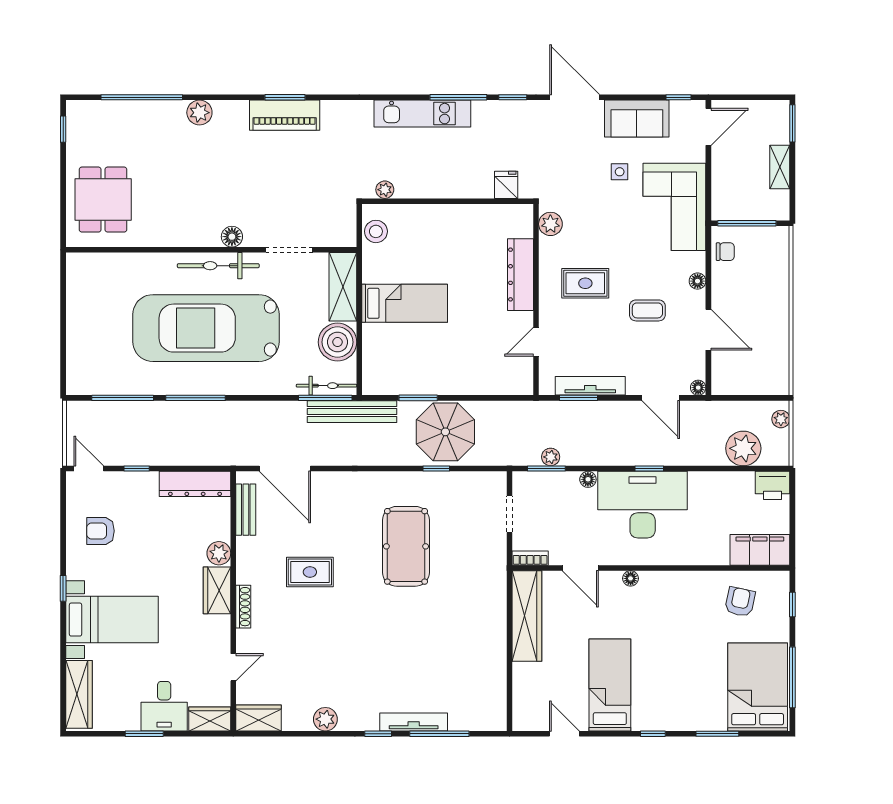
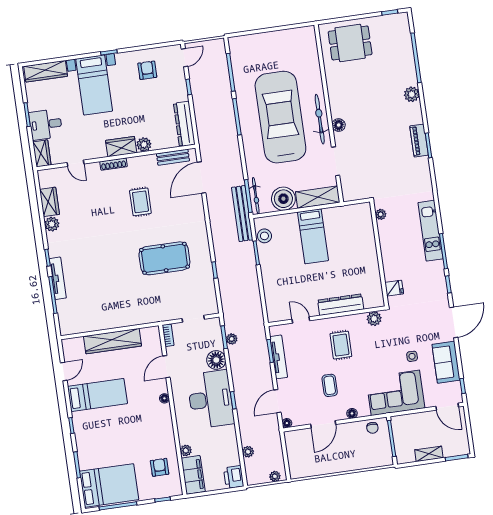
piano: (285, 115) -> (419, 141), width x0.73, depth x0.75
stool: (376, 231) -> (264, 236), moved
parasol: (445, 432) -> (238, 272), removed
plant: (743, 448) -> (248, 452), width x0.53, depth x0.53
floor lamp: (588, 479) -> (216, 360), width x1.89, depth x1.89
plant: (719, 556) -> (186, 450), added
armchair: (740, 602) -> (160, 467), turned -102
wardrobe: (527, 616) -> (113, 341), moved
wardrobe: (259, 718) -> (49, 202), moved

